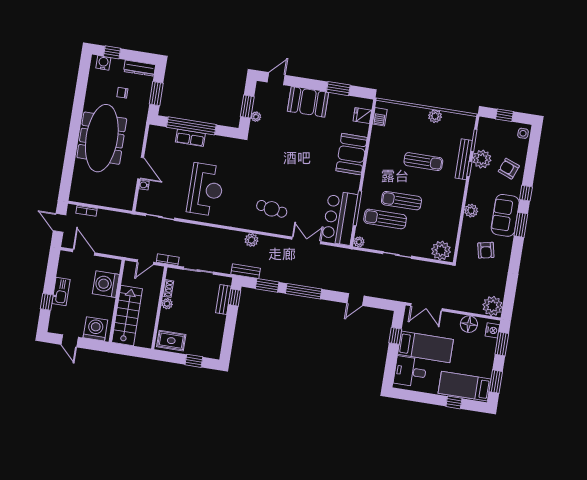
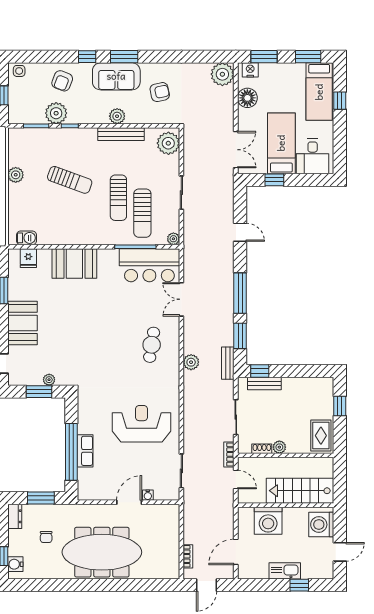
dresser: (140, 68) -> (15, 516), width x0.70
bench: (464, 159) -> (121, 134), moved
sun lounger: (423, 162) -> (70, 180), turned 110

